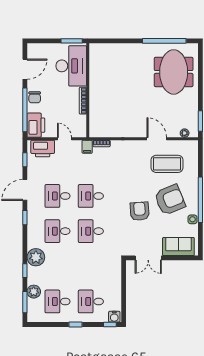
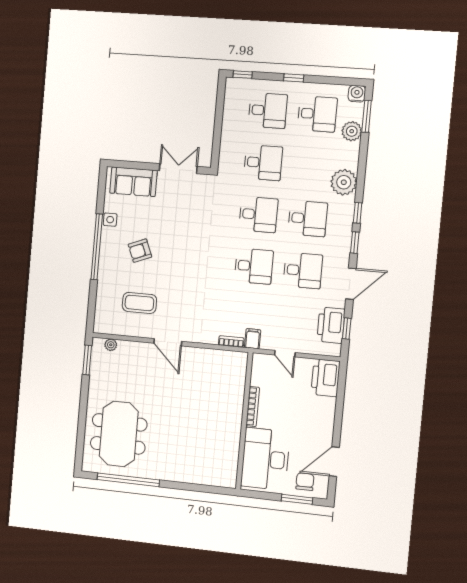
window: (72, 41) -> (297, 499), moved
chair: (35, 97) -> (305, 482), moved
window: (25, 110) -> (340, 402), removed
door: (157, 139) -> (168, 342), moved
printer: (43, 148) -> (331, 325), moved, turned -90
coffee table: (167, 164) -> (139, 303), width x0.73, depth x0.76
armchair: (170, 200) -> (140, 251), width x0.53, depth x0.53
armchair: (140, 211) -> (185, 238), removed
desk: (91, 266) -> (263, 163), added
window: (25, 271) -> (358, 213), moved
water cooler: (114, 317) -> (357, 94), moved

